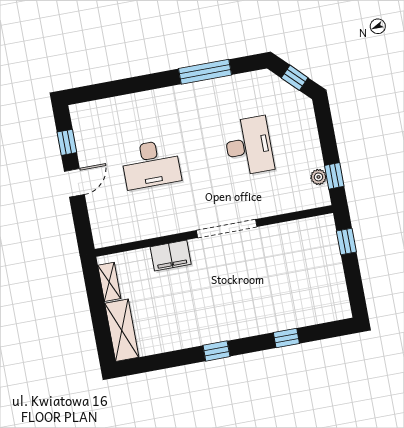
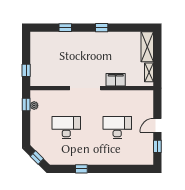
window: (205, 72) -> (81, 169), width x0.46
desk: (249, 146) -> (66, 127), turned 90

